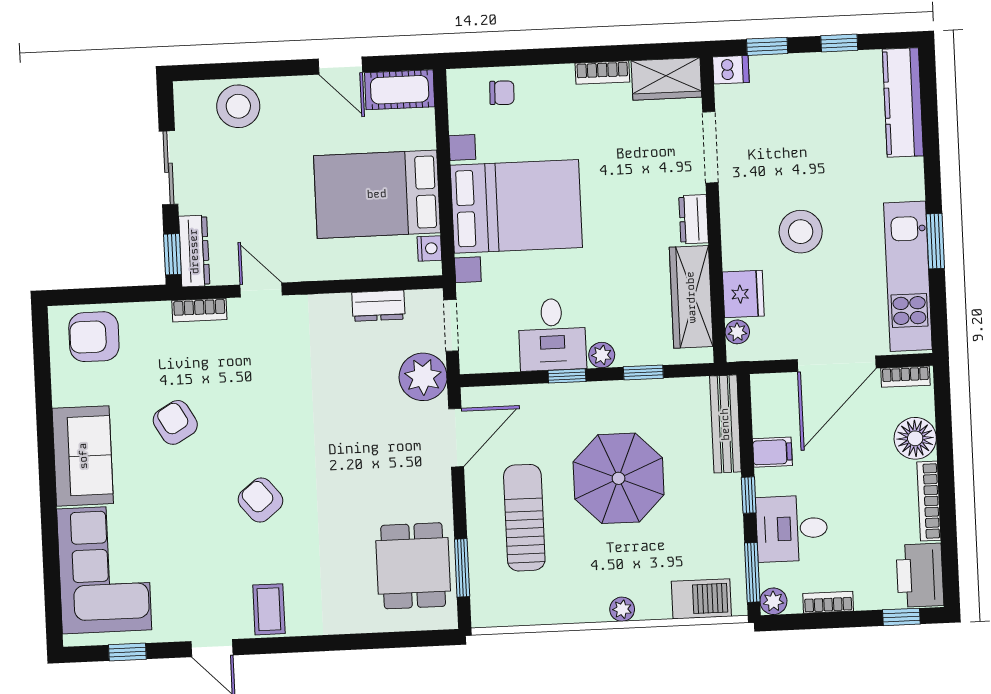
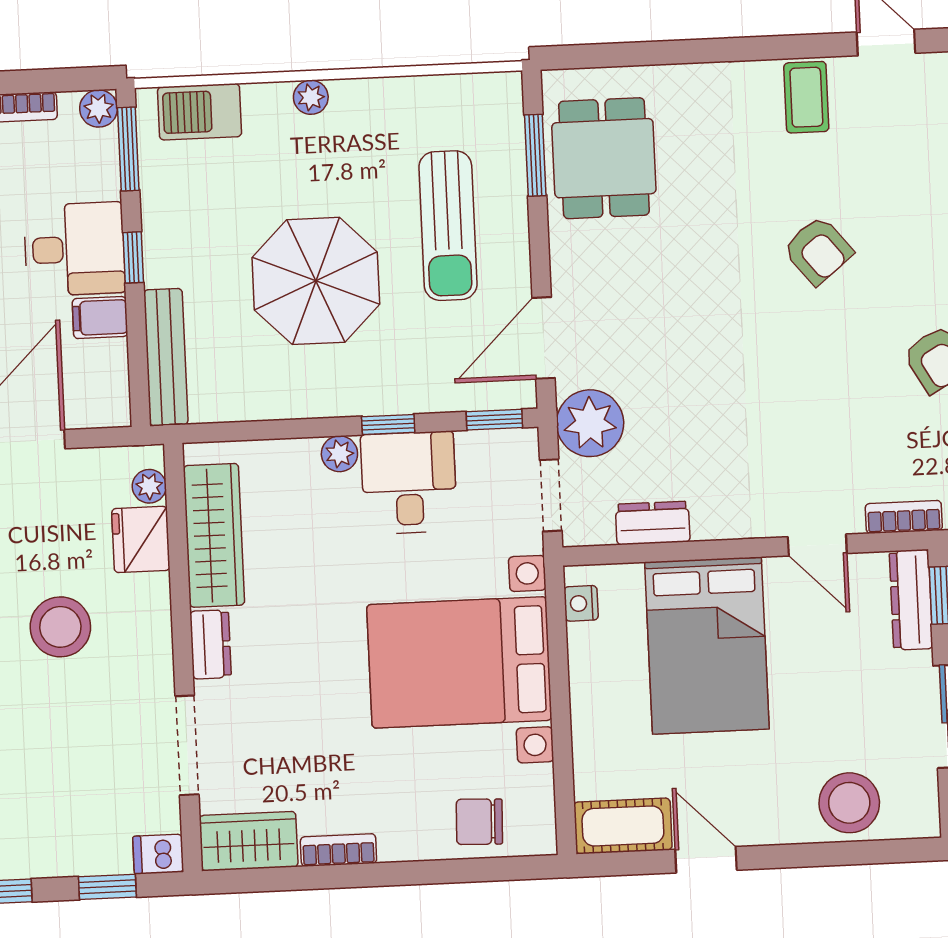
chair: (502, 93) -> (479, 822), width x1.37, depth x1.37
bed: (377, 194) -> (707, 646), moved, turned 90
window: (643, 372) -> (494, 420), moved
desk: (792, 529) -> (74, 249), moved

